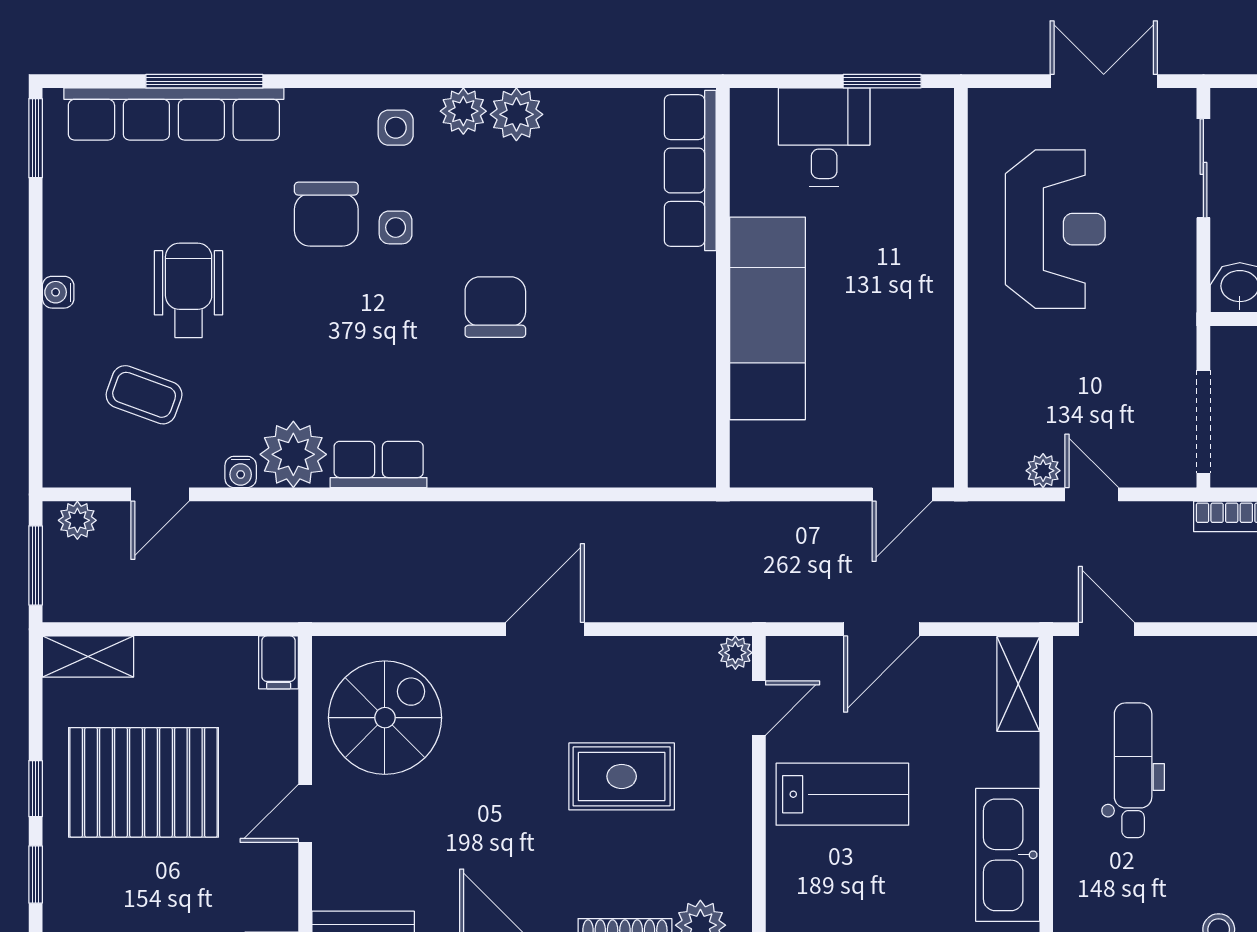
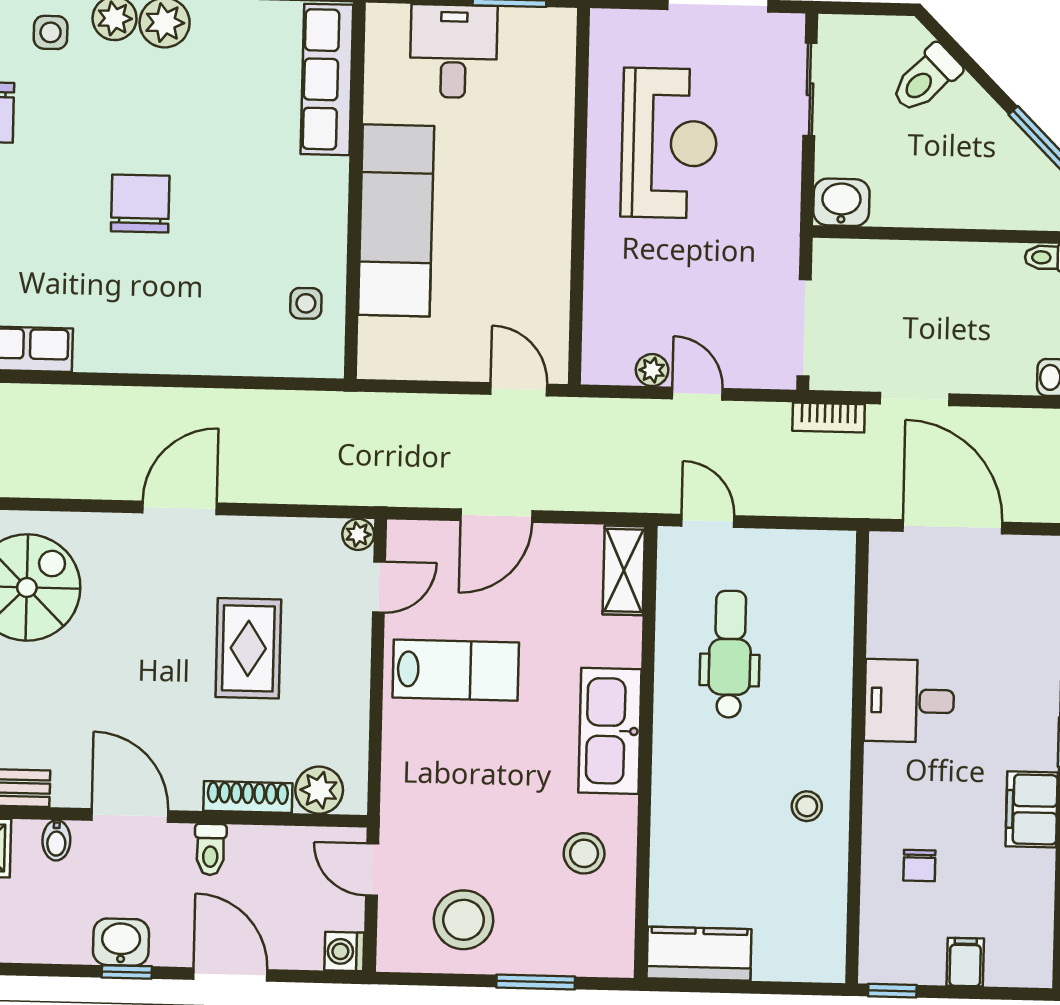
side table: (396, 227) -> (306, 303), moved
door: (902, 494) -> (519, 389), swing flipped
rug: (622, 776) -> (248, 648), turned 90

